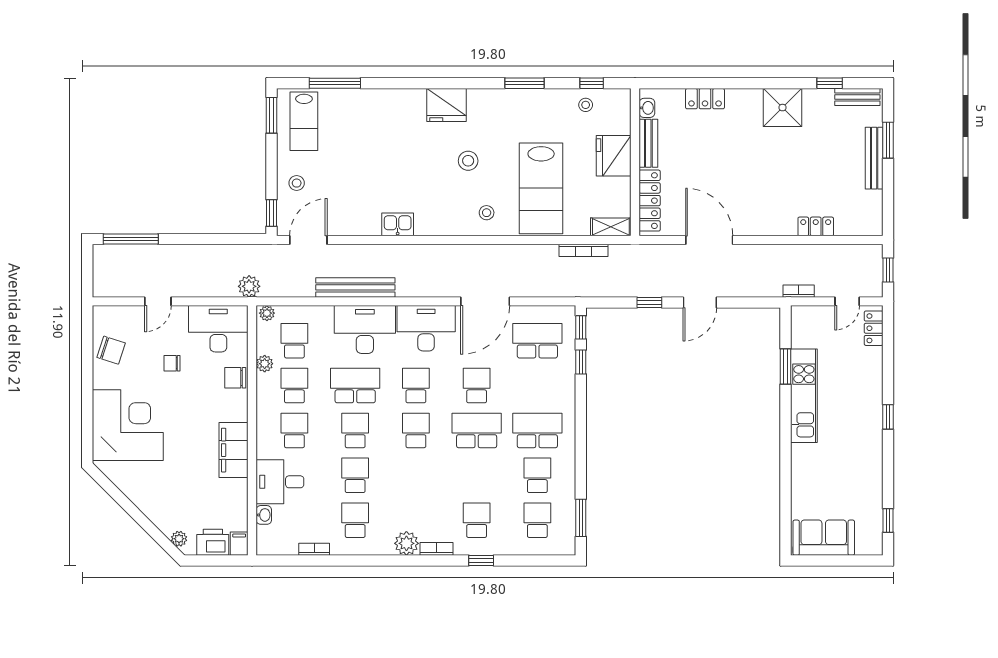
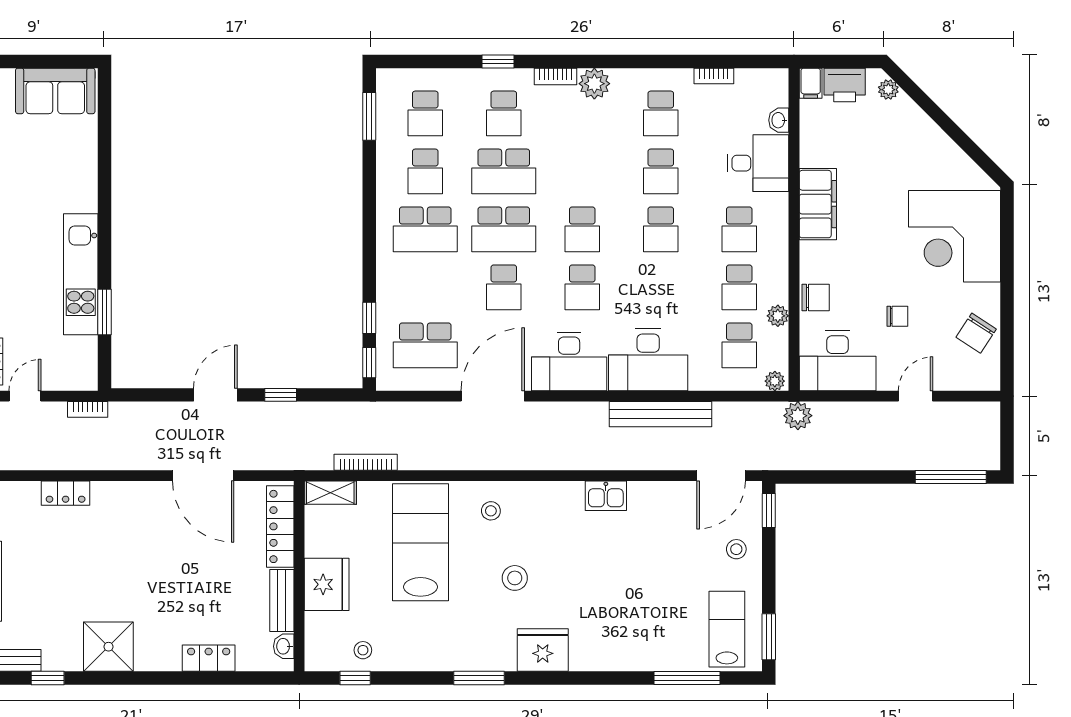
window: (524, 83) -> (479, 678), moved
chair: (111, 350) -> (976, 333), turned -75
school desk: (355, 386) -> (504, 171), moved

